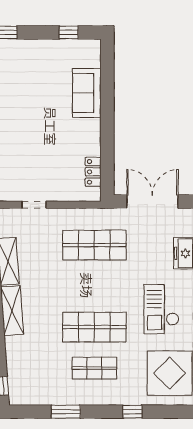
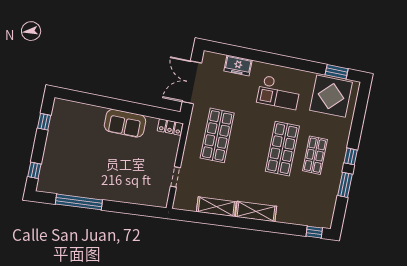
sofa: (87, 93) -> (125, 123), moved
locker: (93, 172) -> (170, 127), moved
window: (132, 412) -> (351, 156), moved

